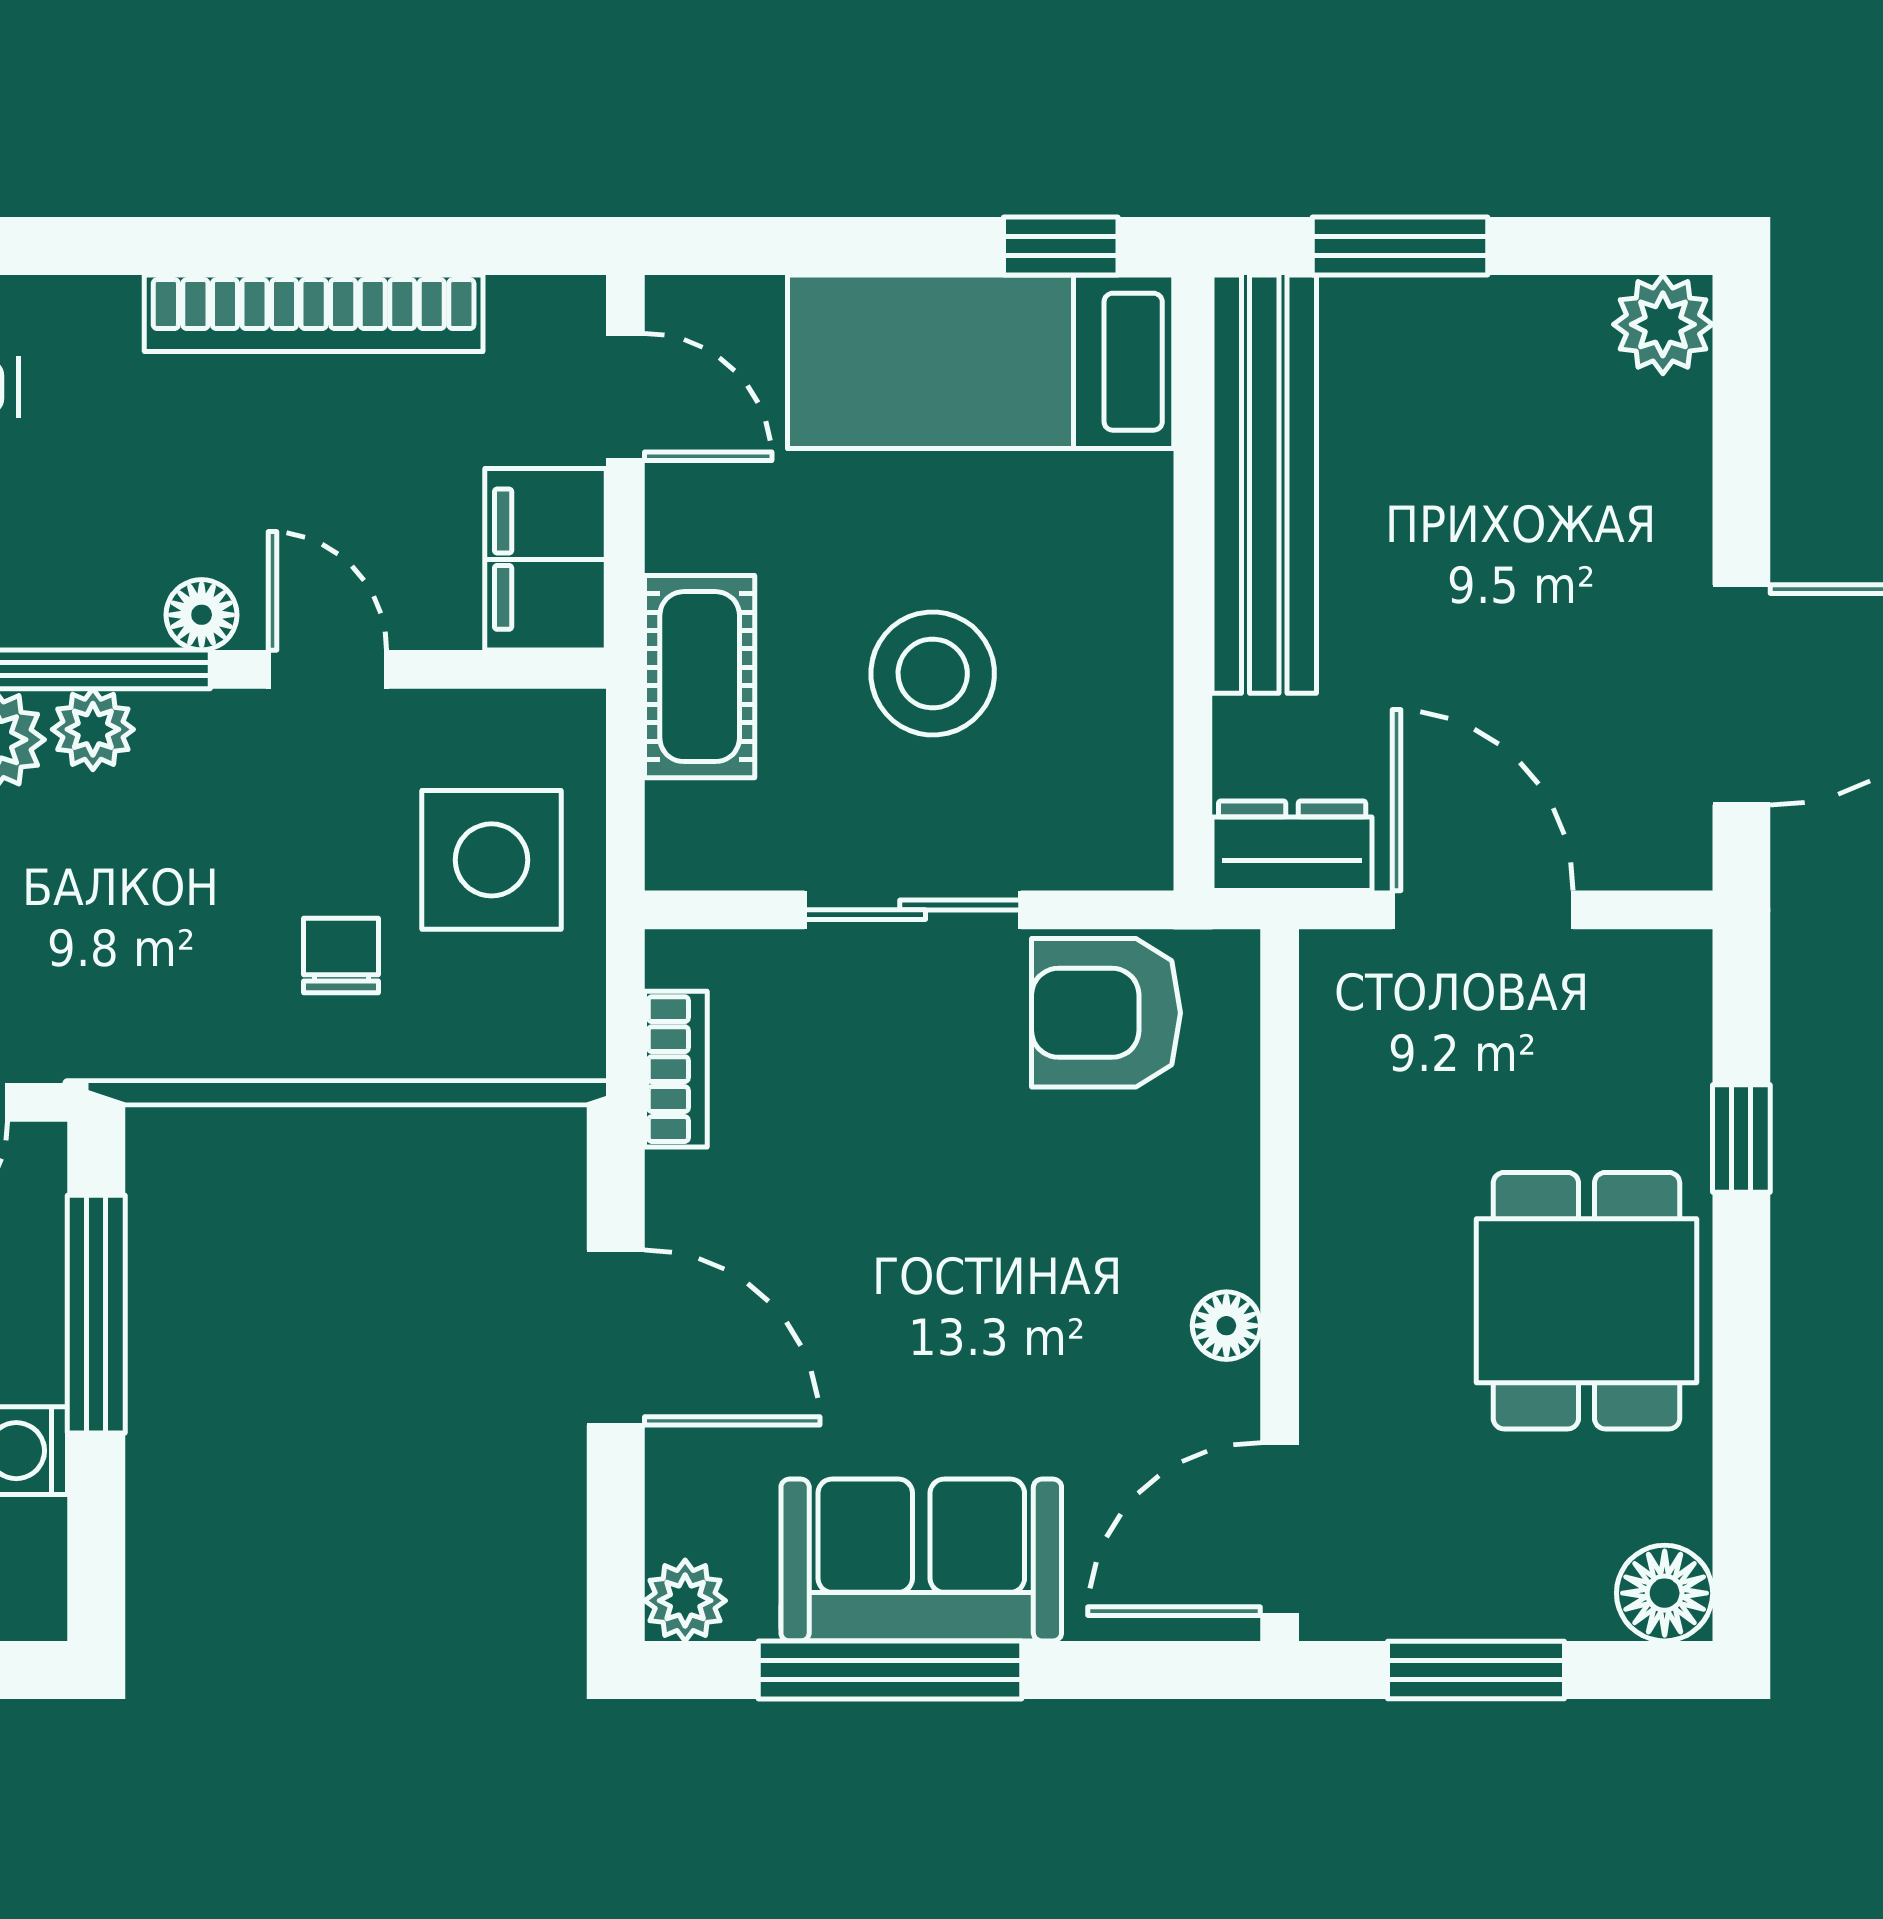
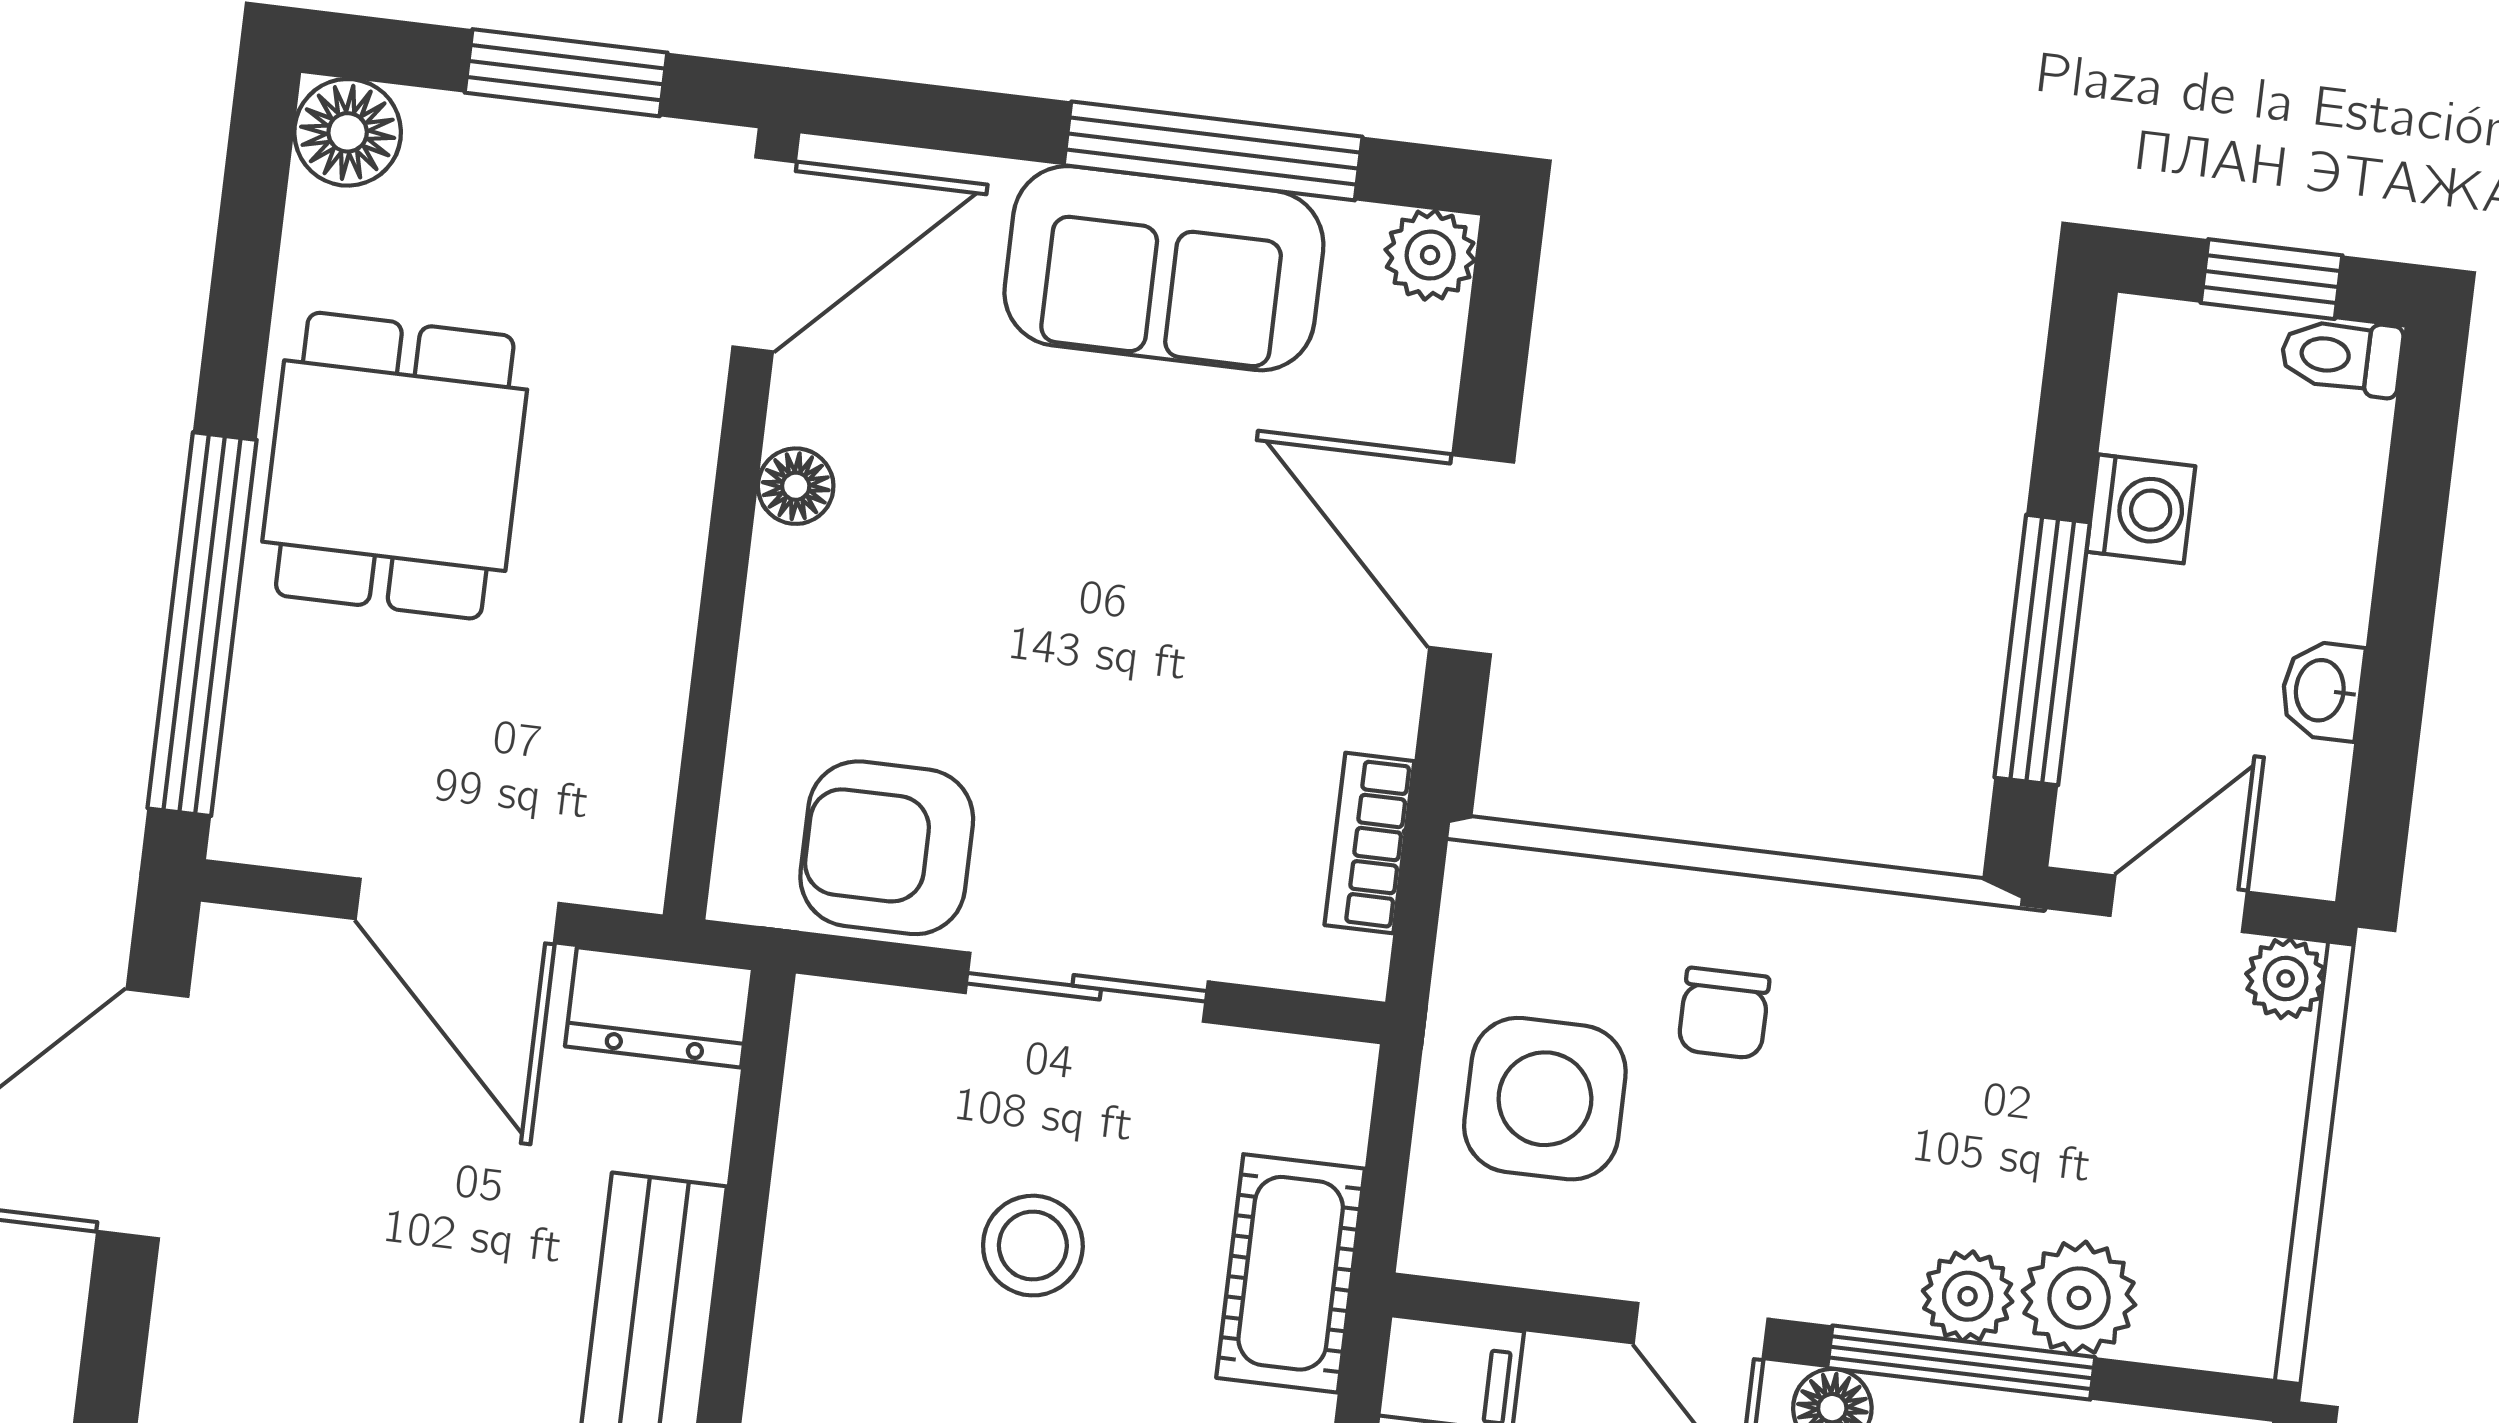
stool: (933, 674) -> (1033, 1246), width x0.73, depth x0.73
armchair: (1106, 1013) -> (887, 848), turned 180
window: (1741, 1138) -> (202, 624), width x3.17

